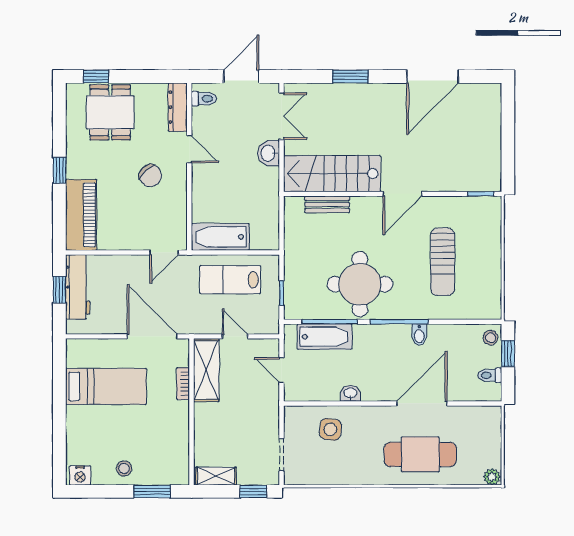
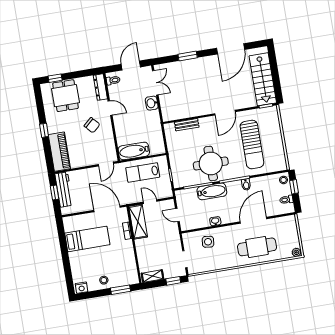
stairs: (332, 174) -> (263, 79), moved, turned -90
sun lounger: (443, 262) -> (252, 145), width x1.36, depth x1.34
bathtub: (325, 337) -> (212, 191), moved

